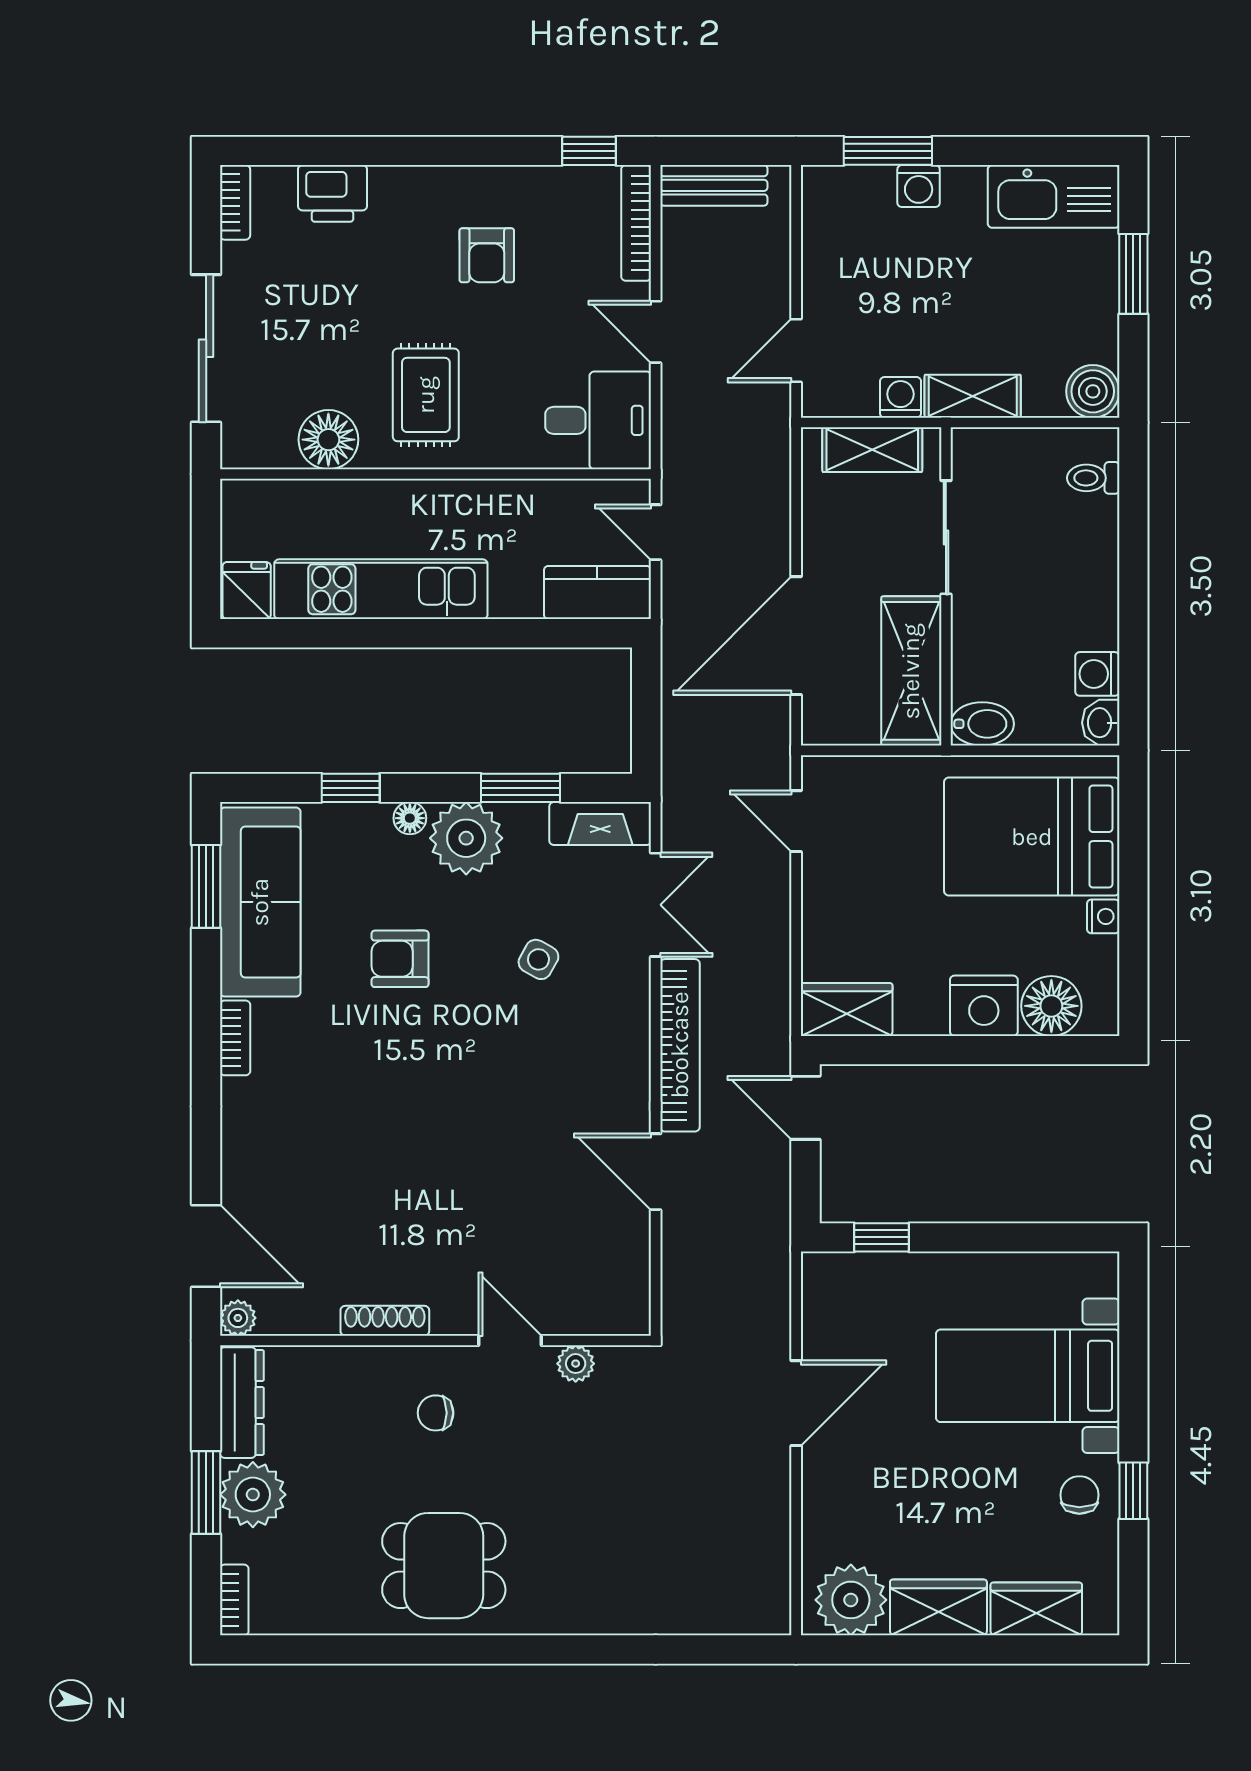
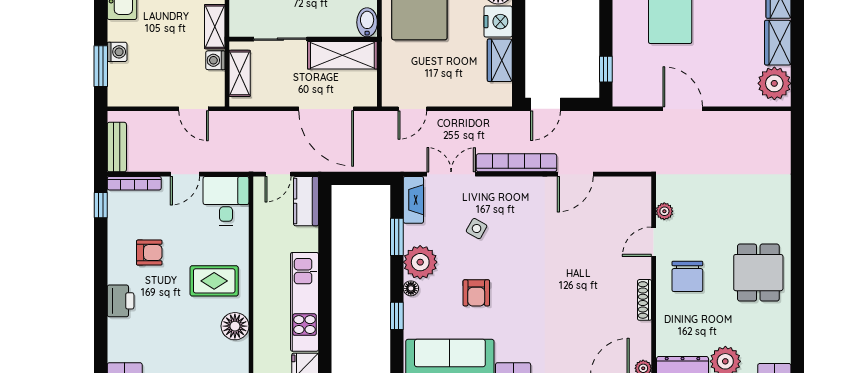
printer: (333, 193) -> (121, 301), moved
wardrobe: (847, 1009) -> (500, 60), moved
chair: (436, 1413) -> (687, 276), width x1.87, depth x1.87

